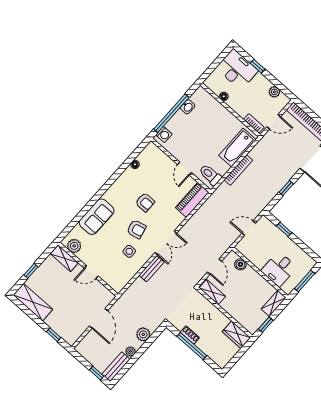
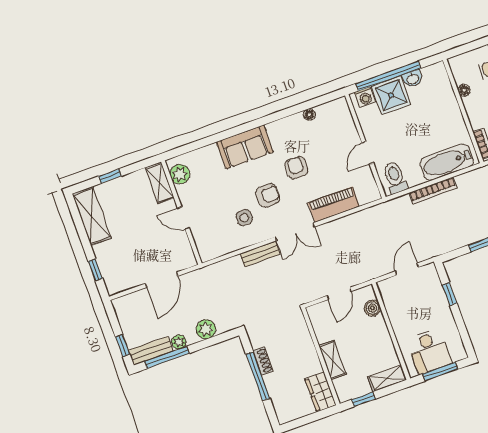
shower: (180, 124) -> (391, 95), added
piano: (192, 200) -> (334, 205), moved
armchair: (145, 202) -> (296, 168), turned 180
sofa: (97, 217) -> (245, 147), moved
door: (249, 228) -> (407, 269), hinge flipped
armchair: (136, 229) -> (268, 195), turned -77
desk: (279, 269) -> (429, 351), moved, turned -90
shelving: (212, 292) -> (332, 360), moved
window: (128, 365) -> (167, 357), added

